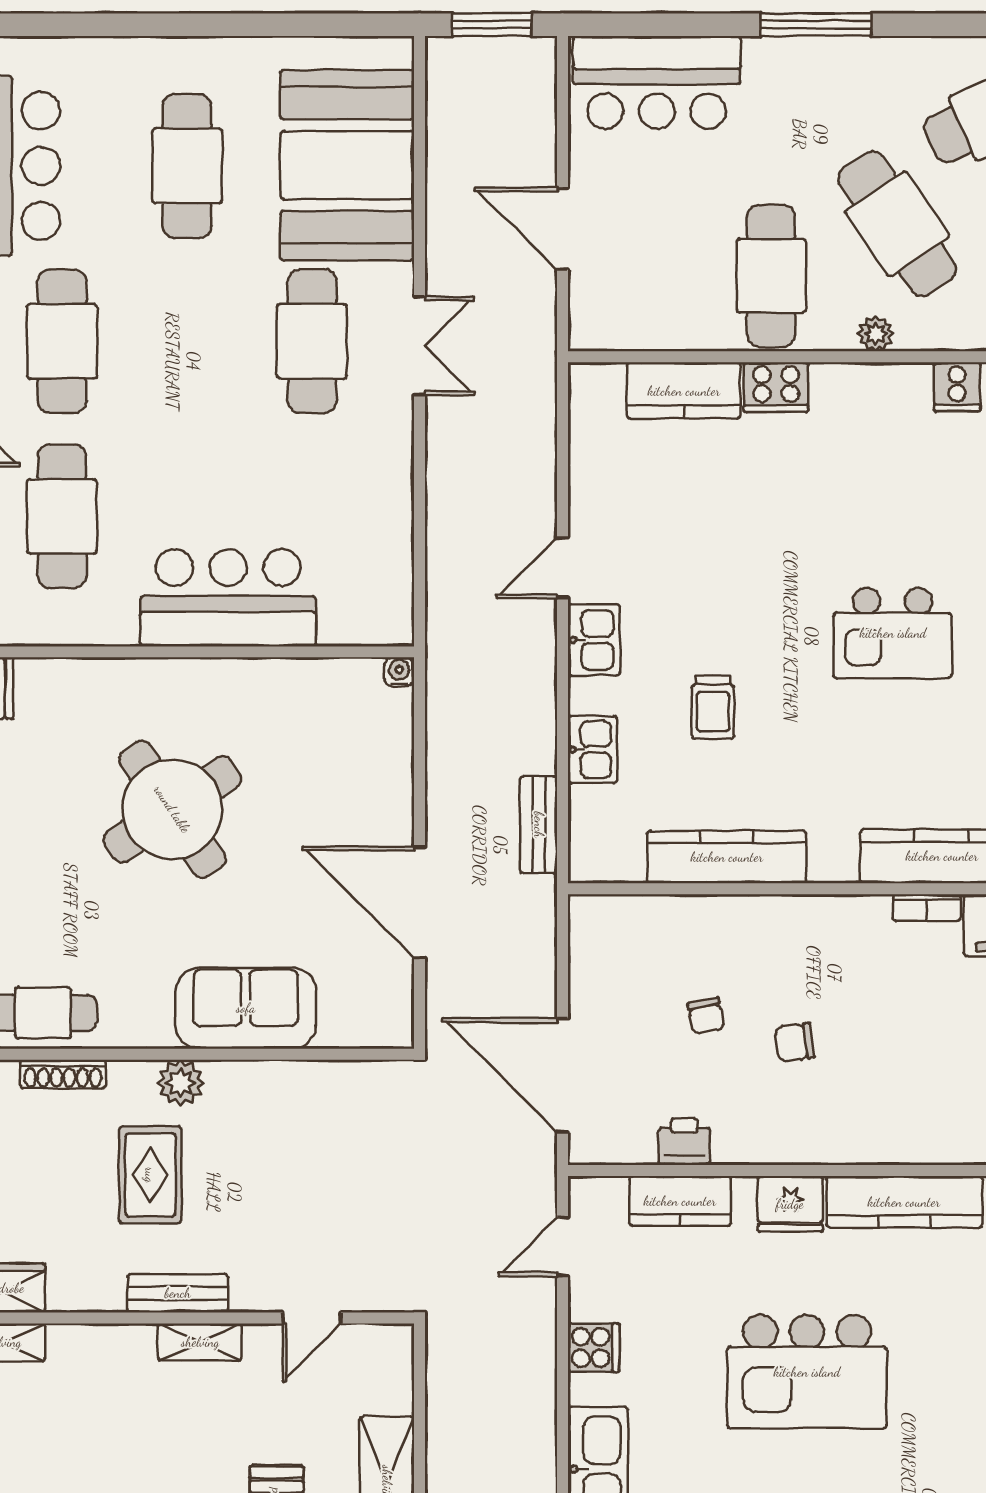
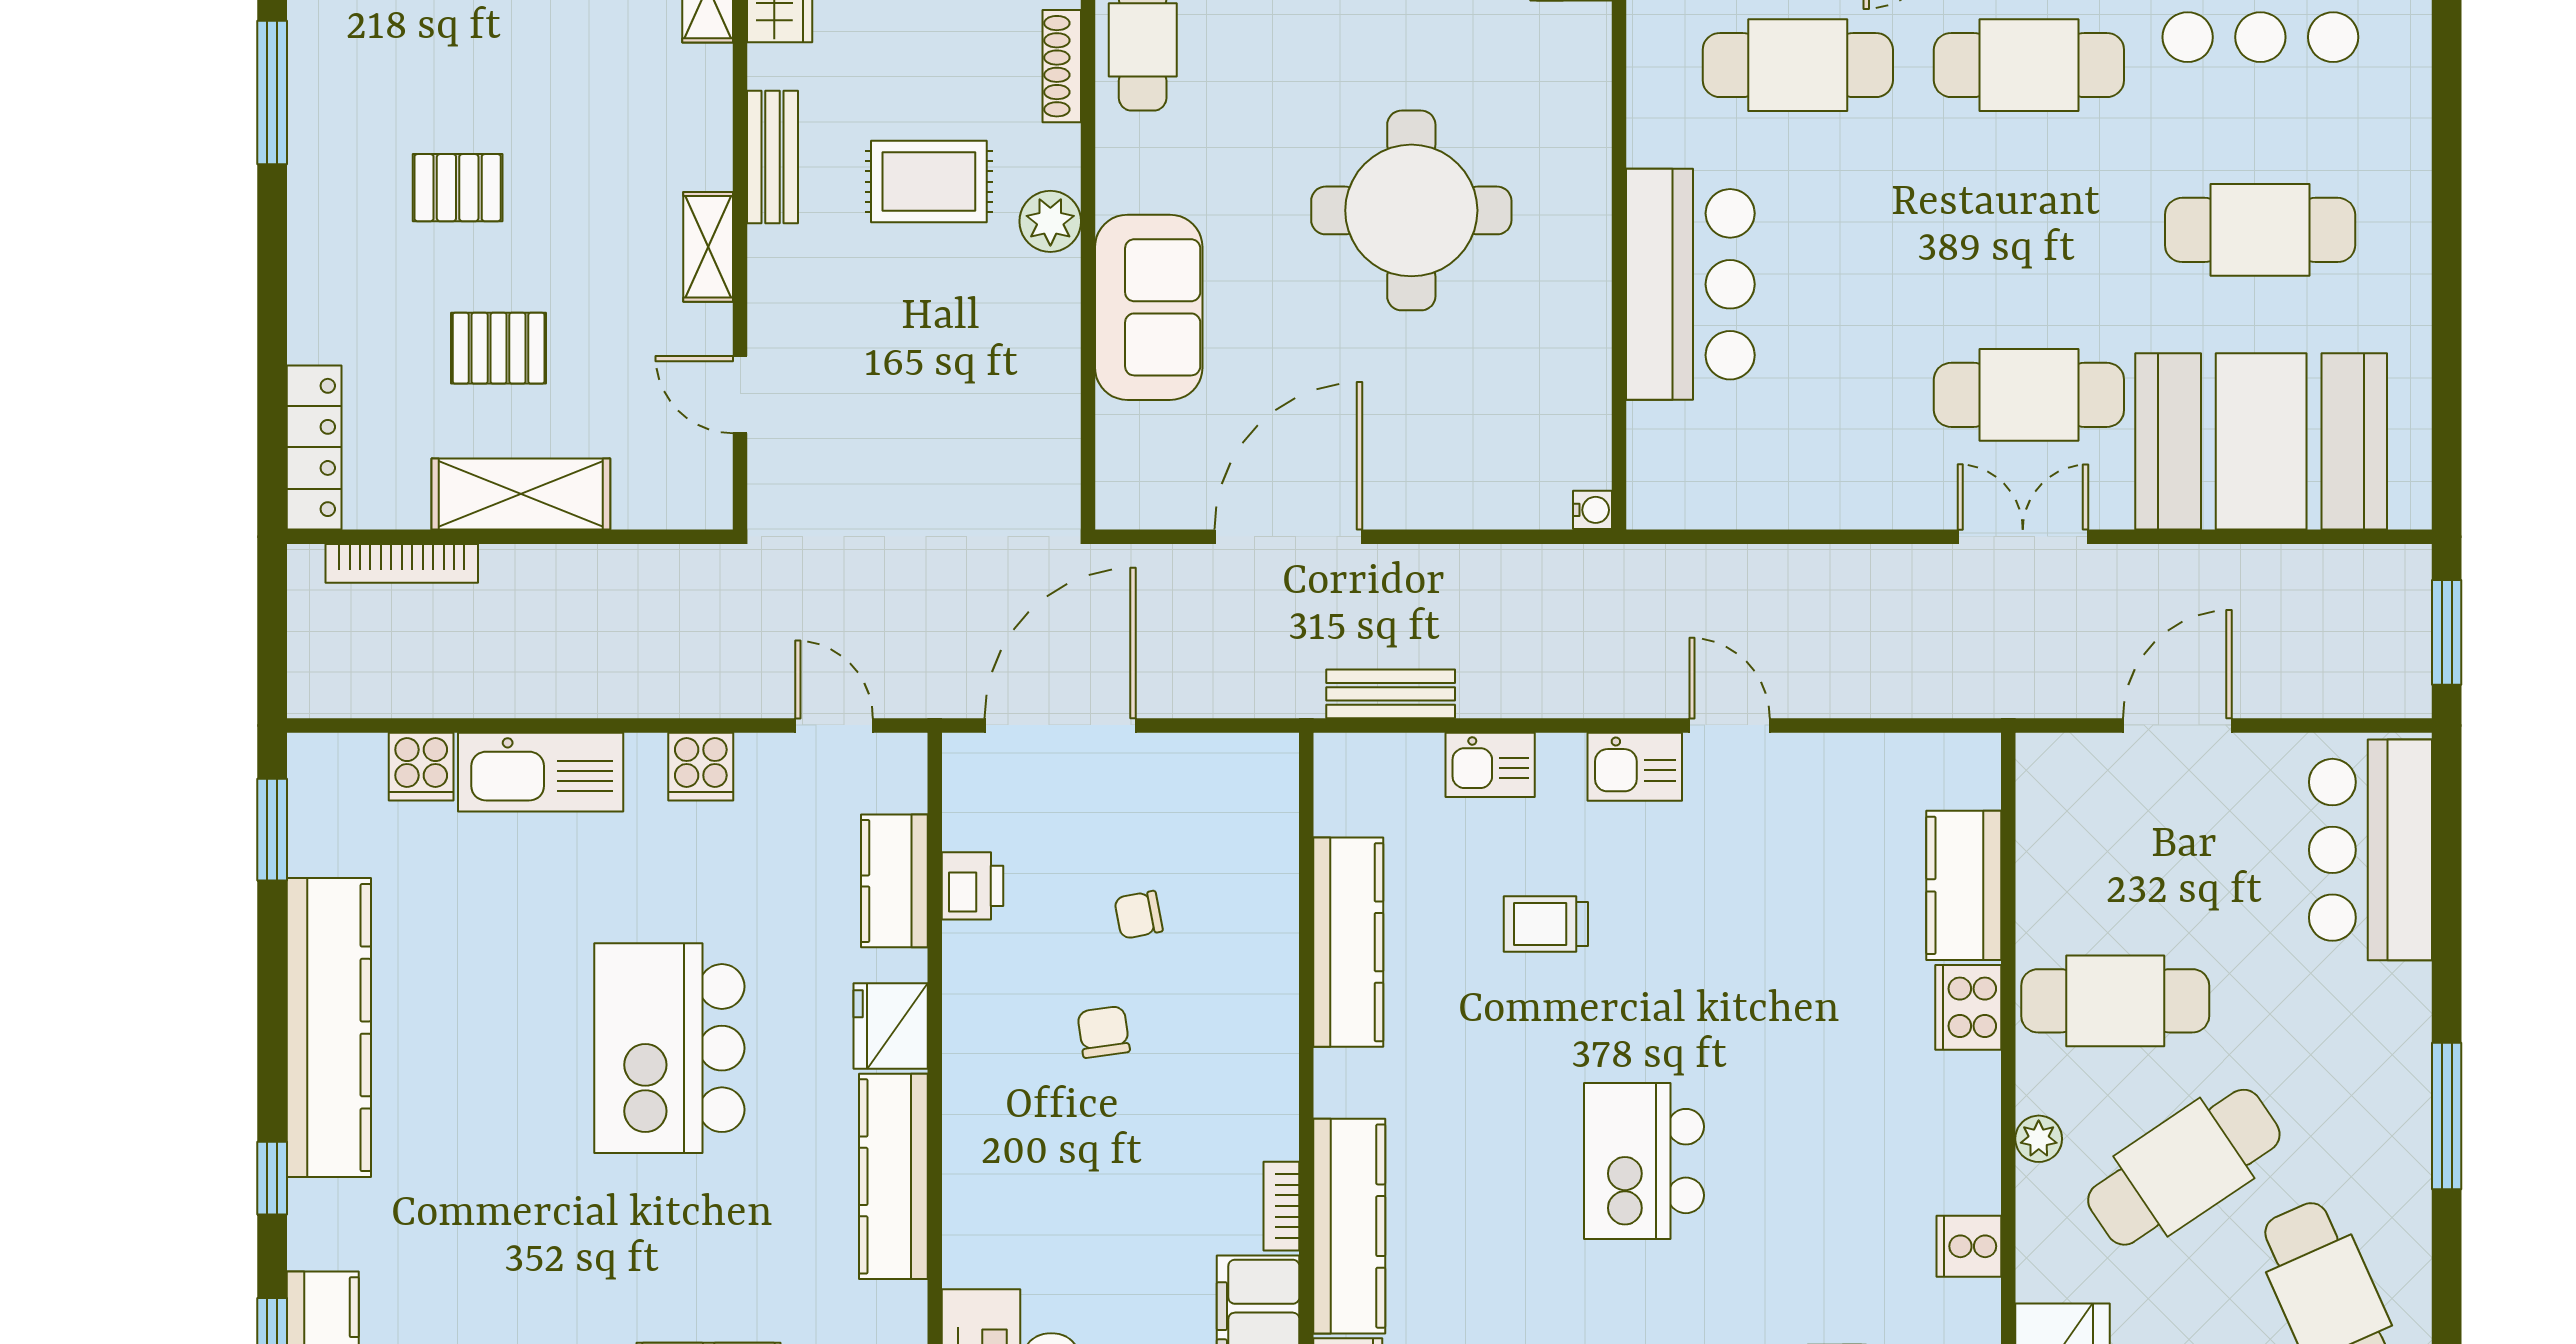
window: (816, 25) -> (2447, 1116), moved
double door: (419, 346) -> (2023, 537), swing flipped
round table: (172, 809) -> (1411, 210), turned 34
bench: (178, 1293) -> (772, 157), moved

